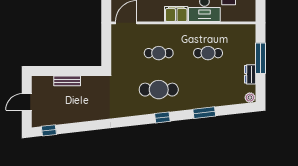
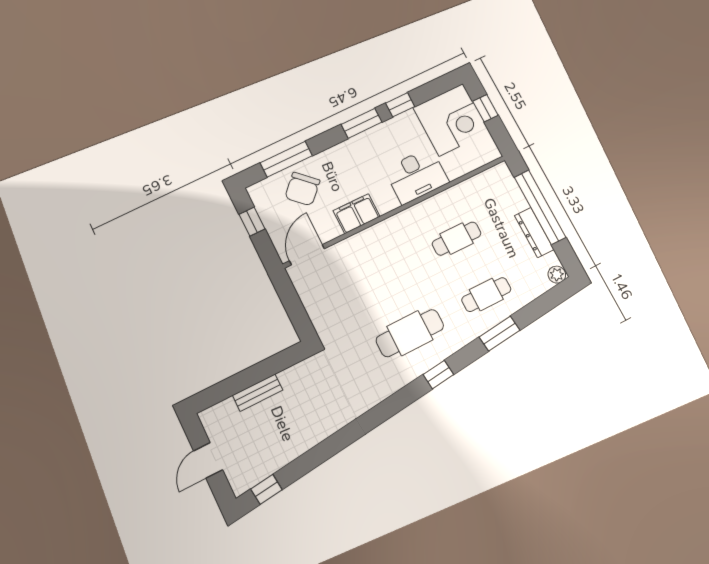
filing cabinet: (176, 14) -> (357, 214), moved
cafe table: (159, 53) -> (486, 295), moved
window: (260, 58) -> (540, 207), width x1.46
dresser: (250, 74) -> (534, 233), width x1.44

